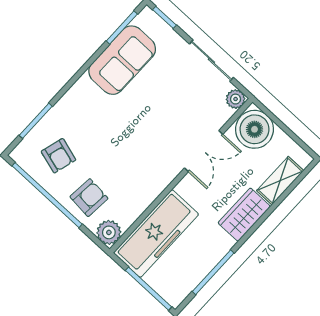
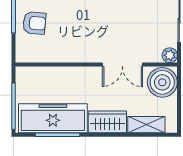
plant: (109, 232) -> (25, 53), removed
freezer: (156, 233) -> (53, 118), moved, turned 180

